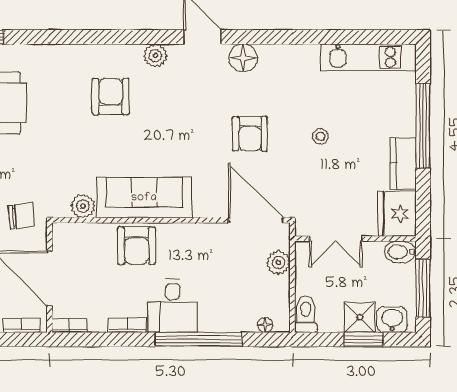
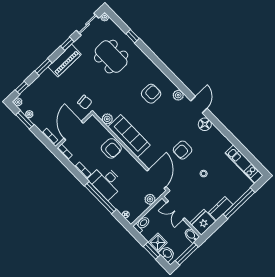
armchair: (137, 246) -> (111, 148), turned -89
desk: (173, 306) -> (106, 182), width x1.37

